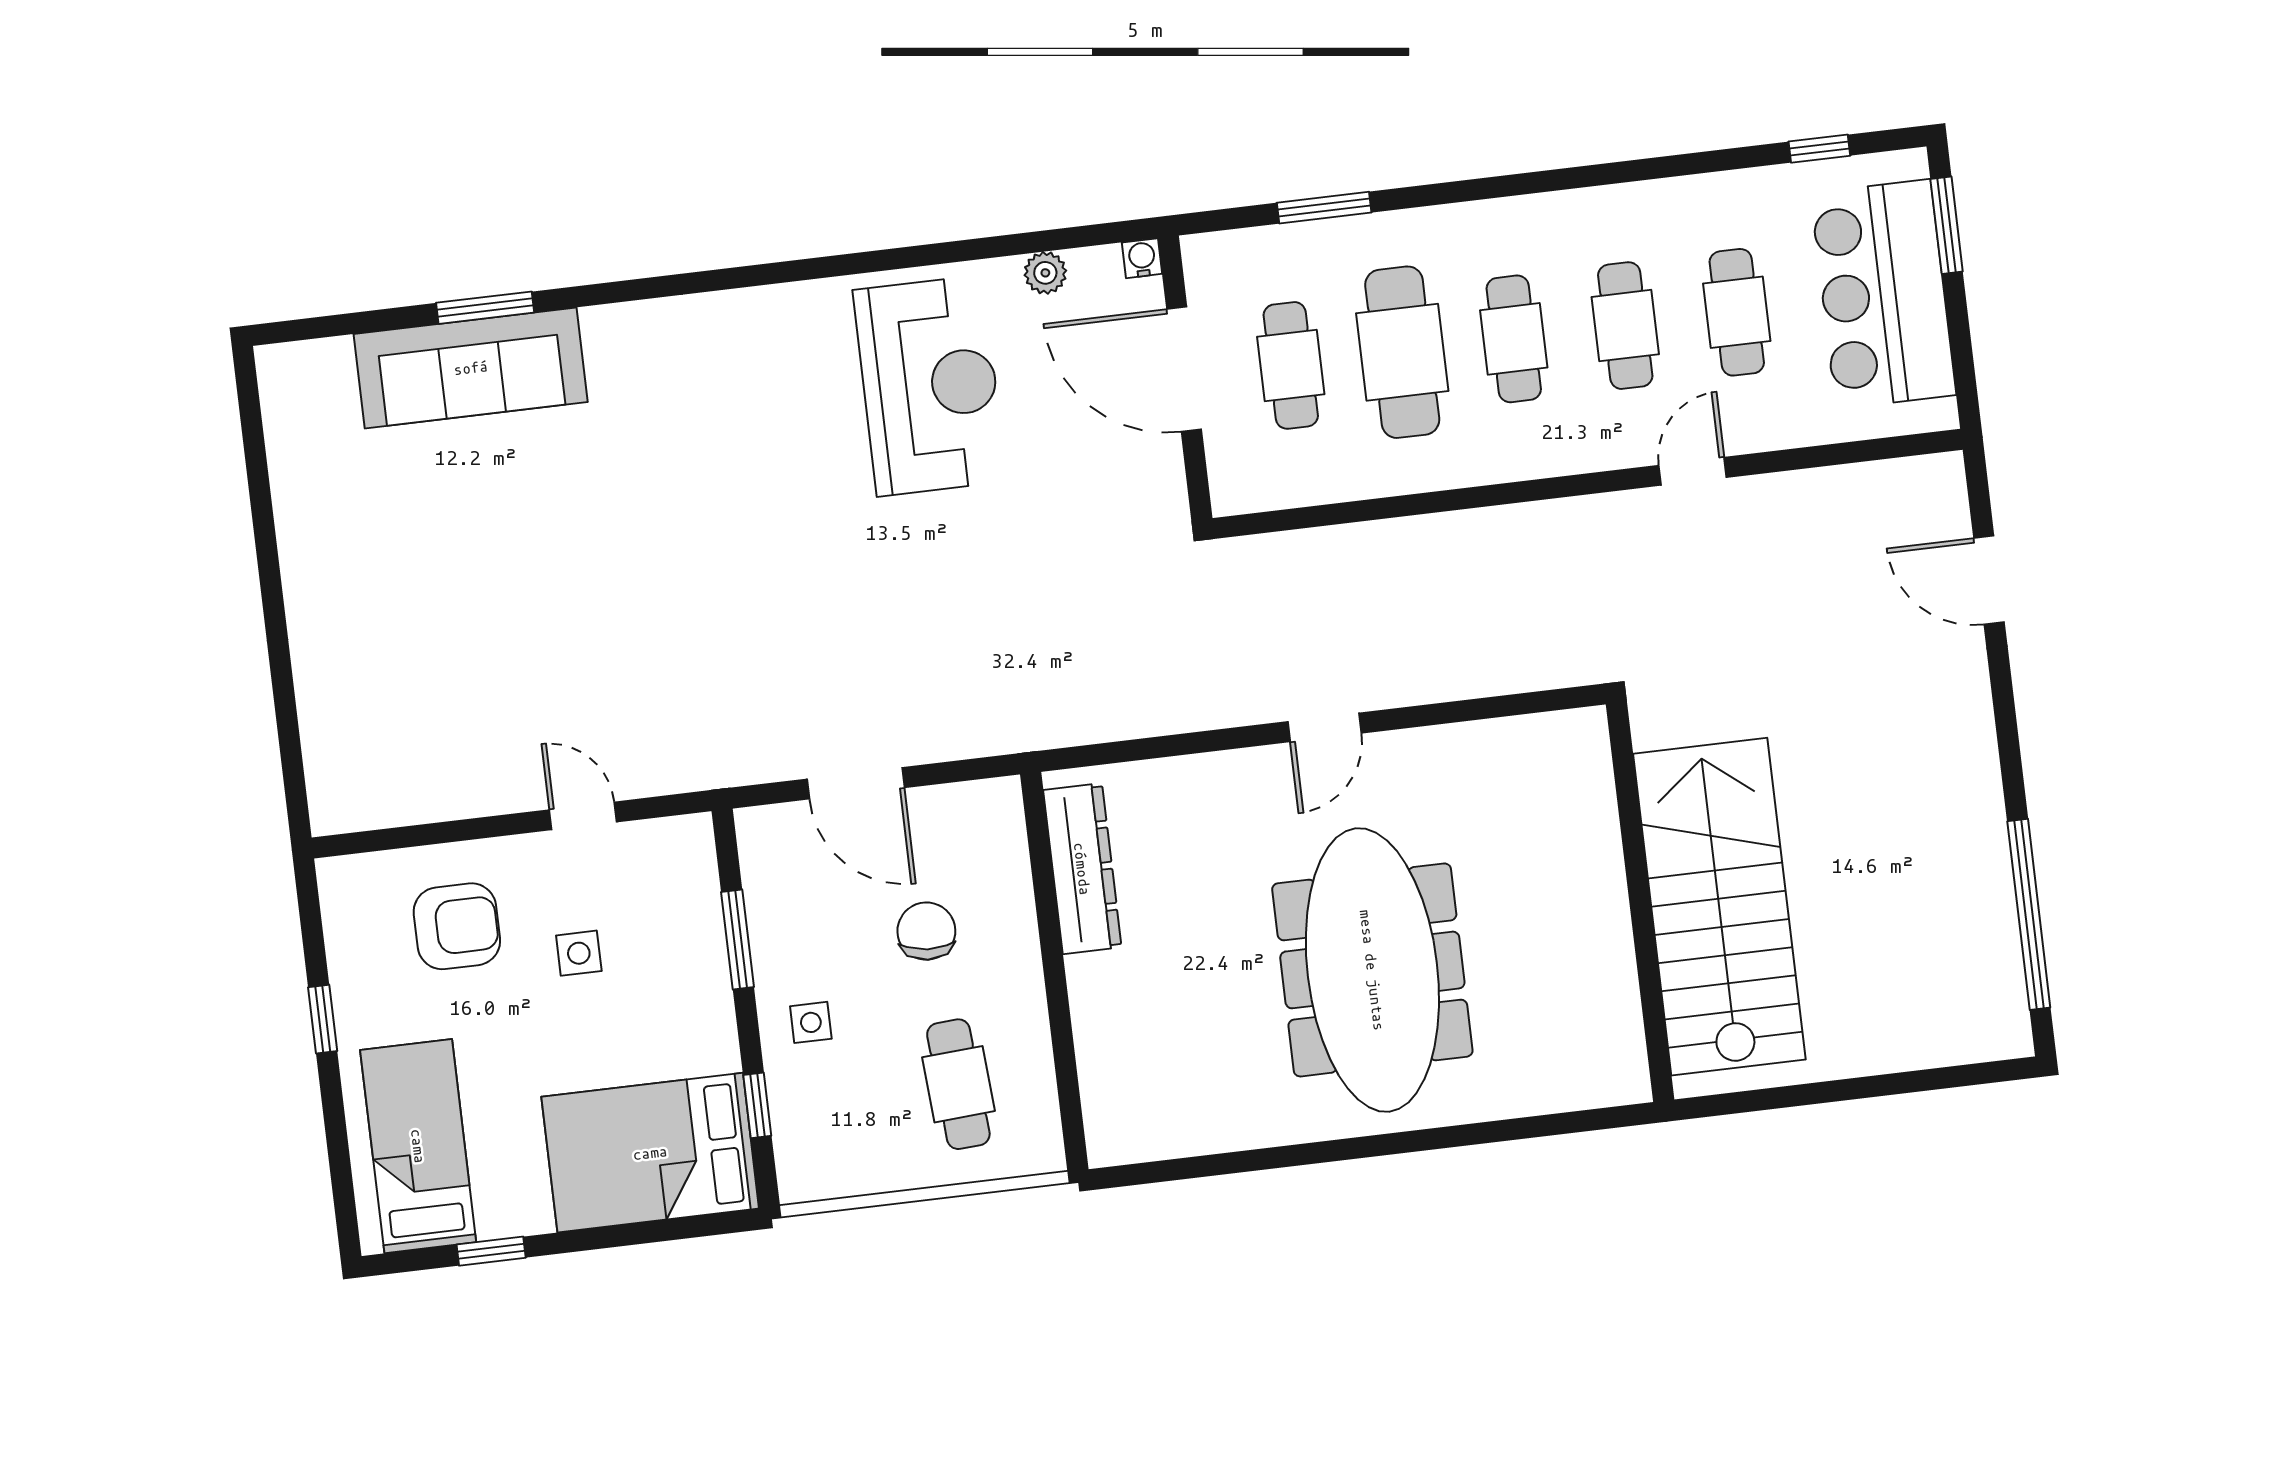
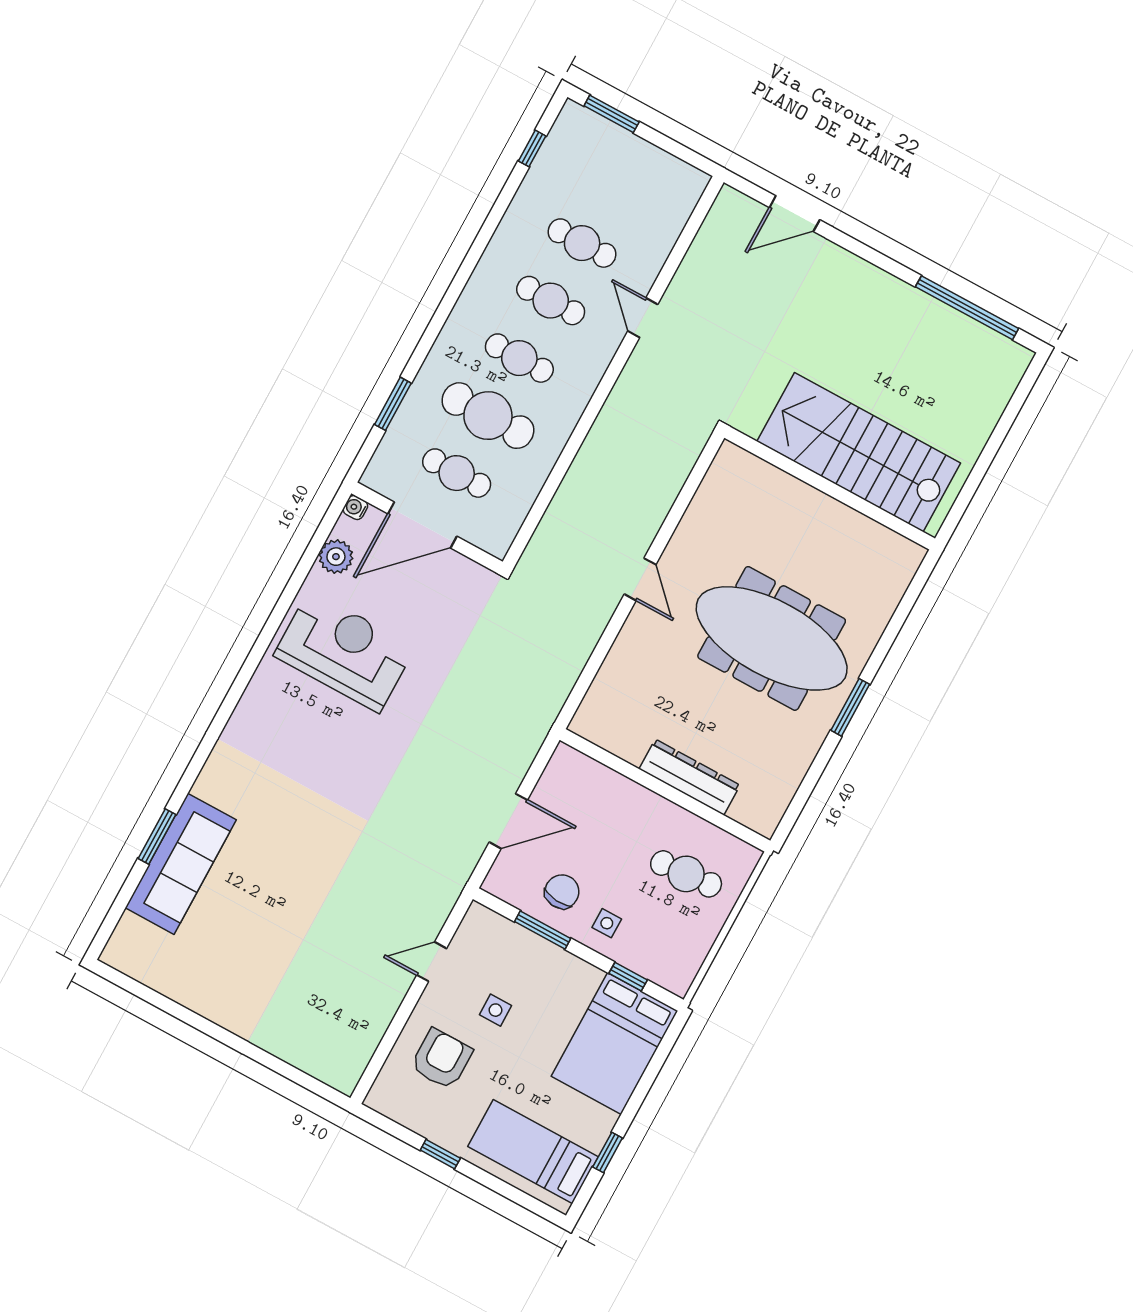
plant: (1045, 273) -> (336, 557), width x1.38, depth x1.38
bar counter: (1883, 294) -> (623, 167), removed
dresser: (1082, 869) -> (690, 777), moved
chair: (926, 931) -> (562, 892), moved, turned 91
window: (1354, 1148) -> (850, 707), added

